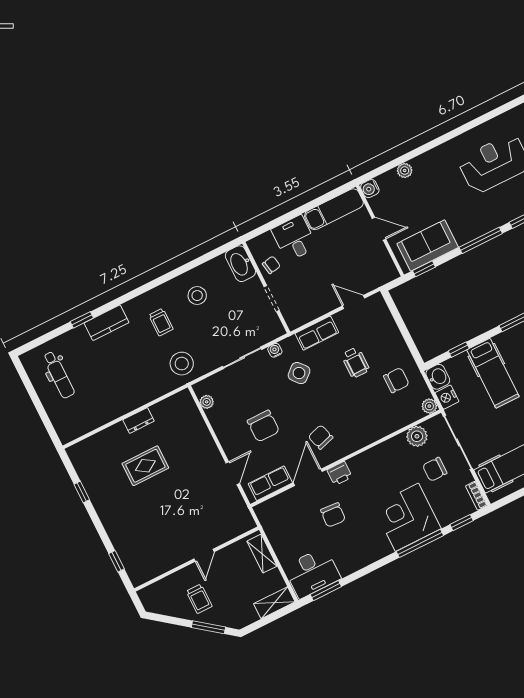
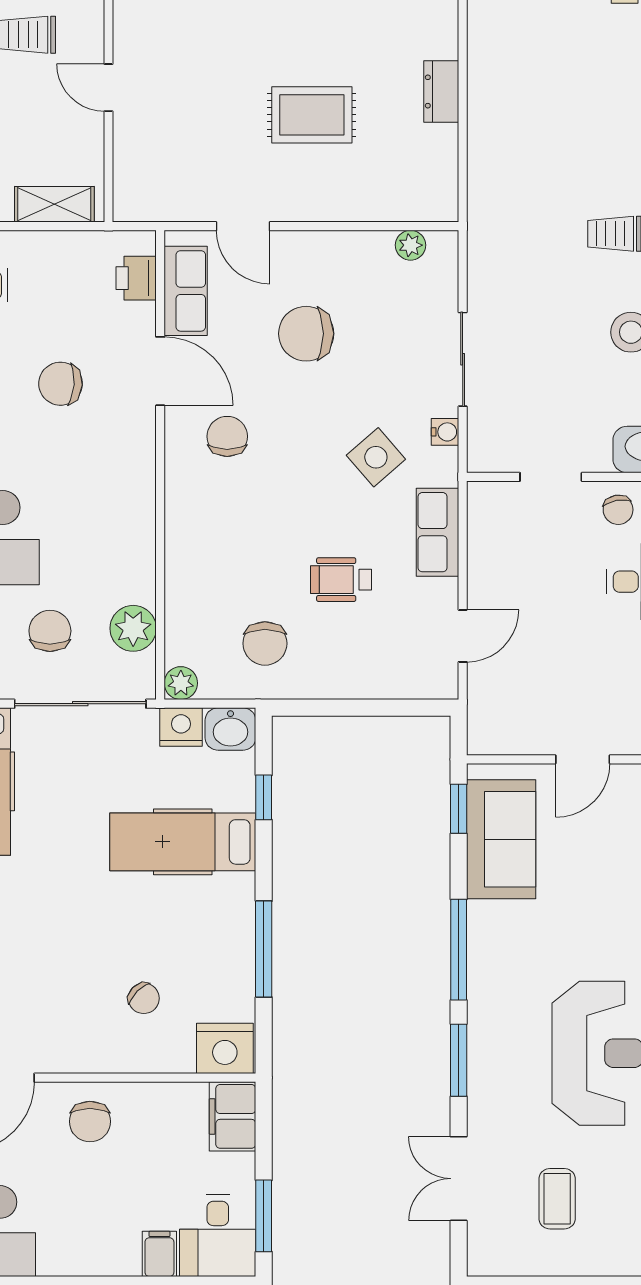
stool: (182, 364) -> (511, 234), removed
chair: (321, 437) -> (227, 436), turned -73
rug: (145, 466) -> (312, 115), moved, turned 90
printer: (340, 474) -> (136, 278), moved

